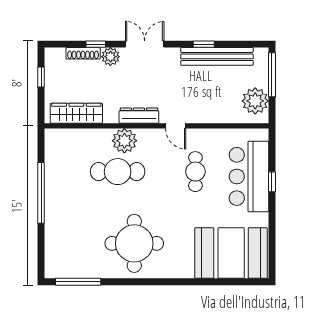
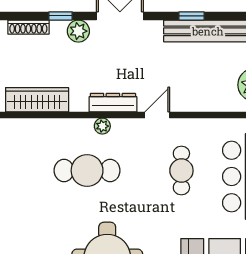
shoe rack: (83, 53) -> (28, 27), moved
door: (176, 126) -> (157, 115), swing flipped
plant: (124, 141) -> (102, 126), width x0.53, depth x0.53

